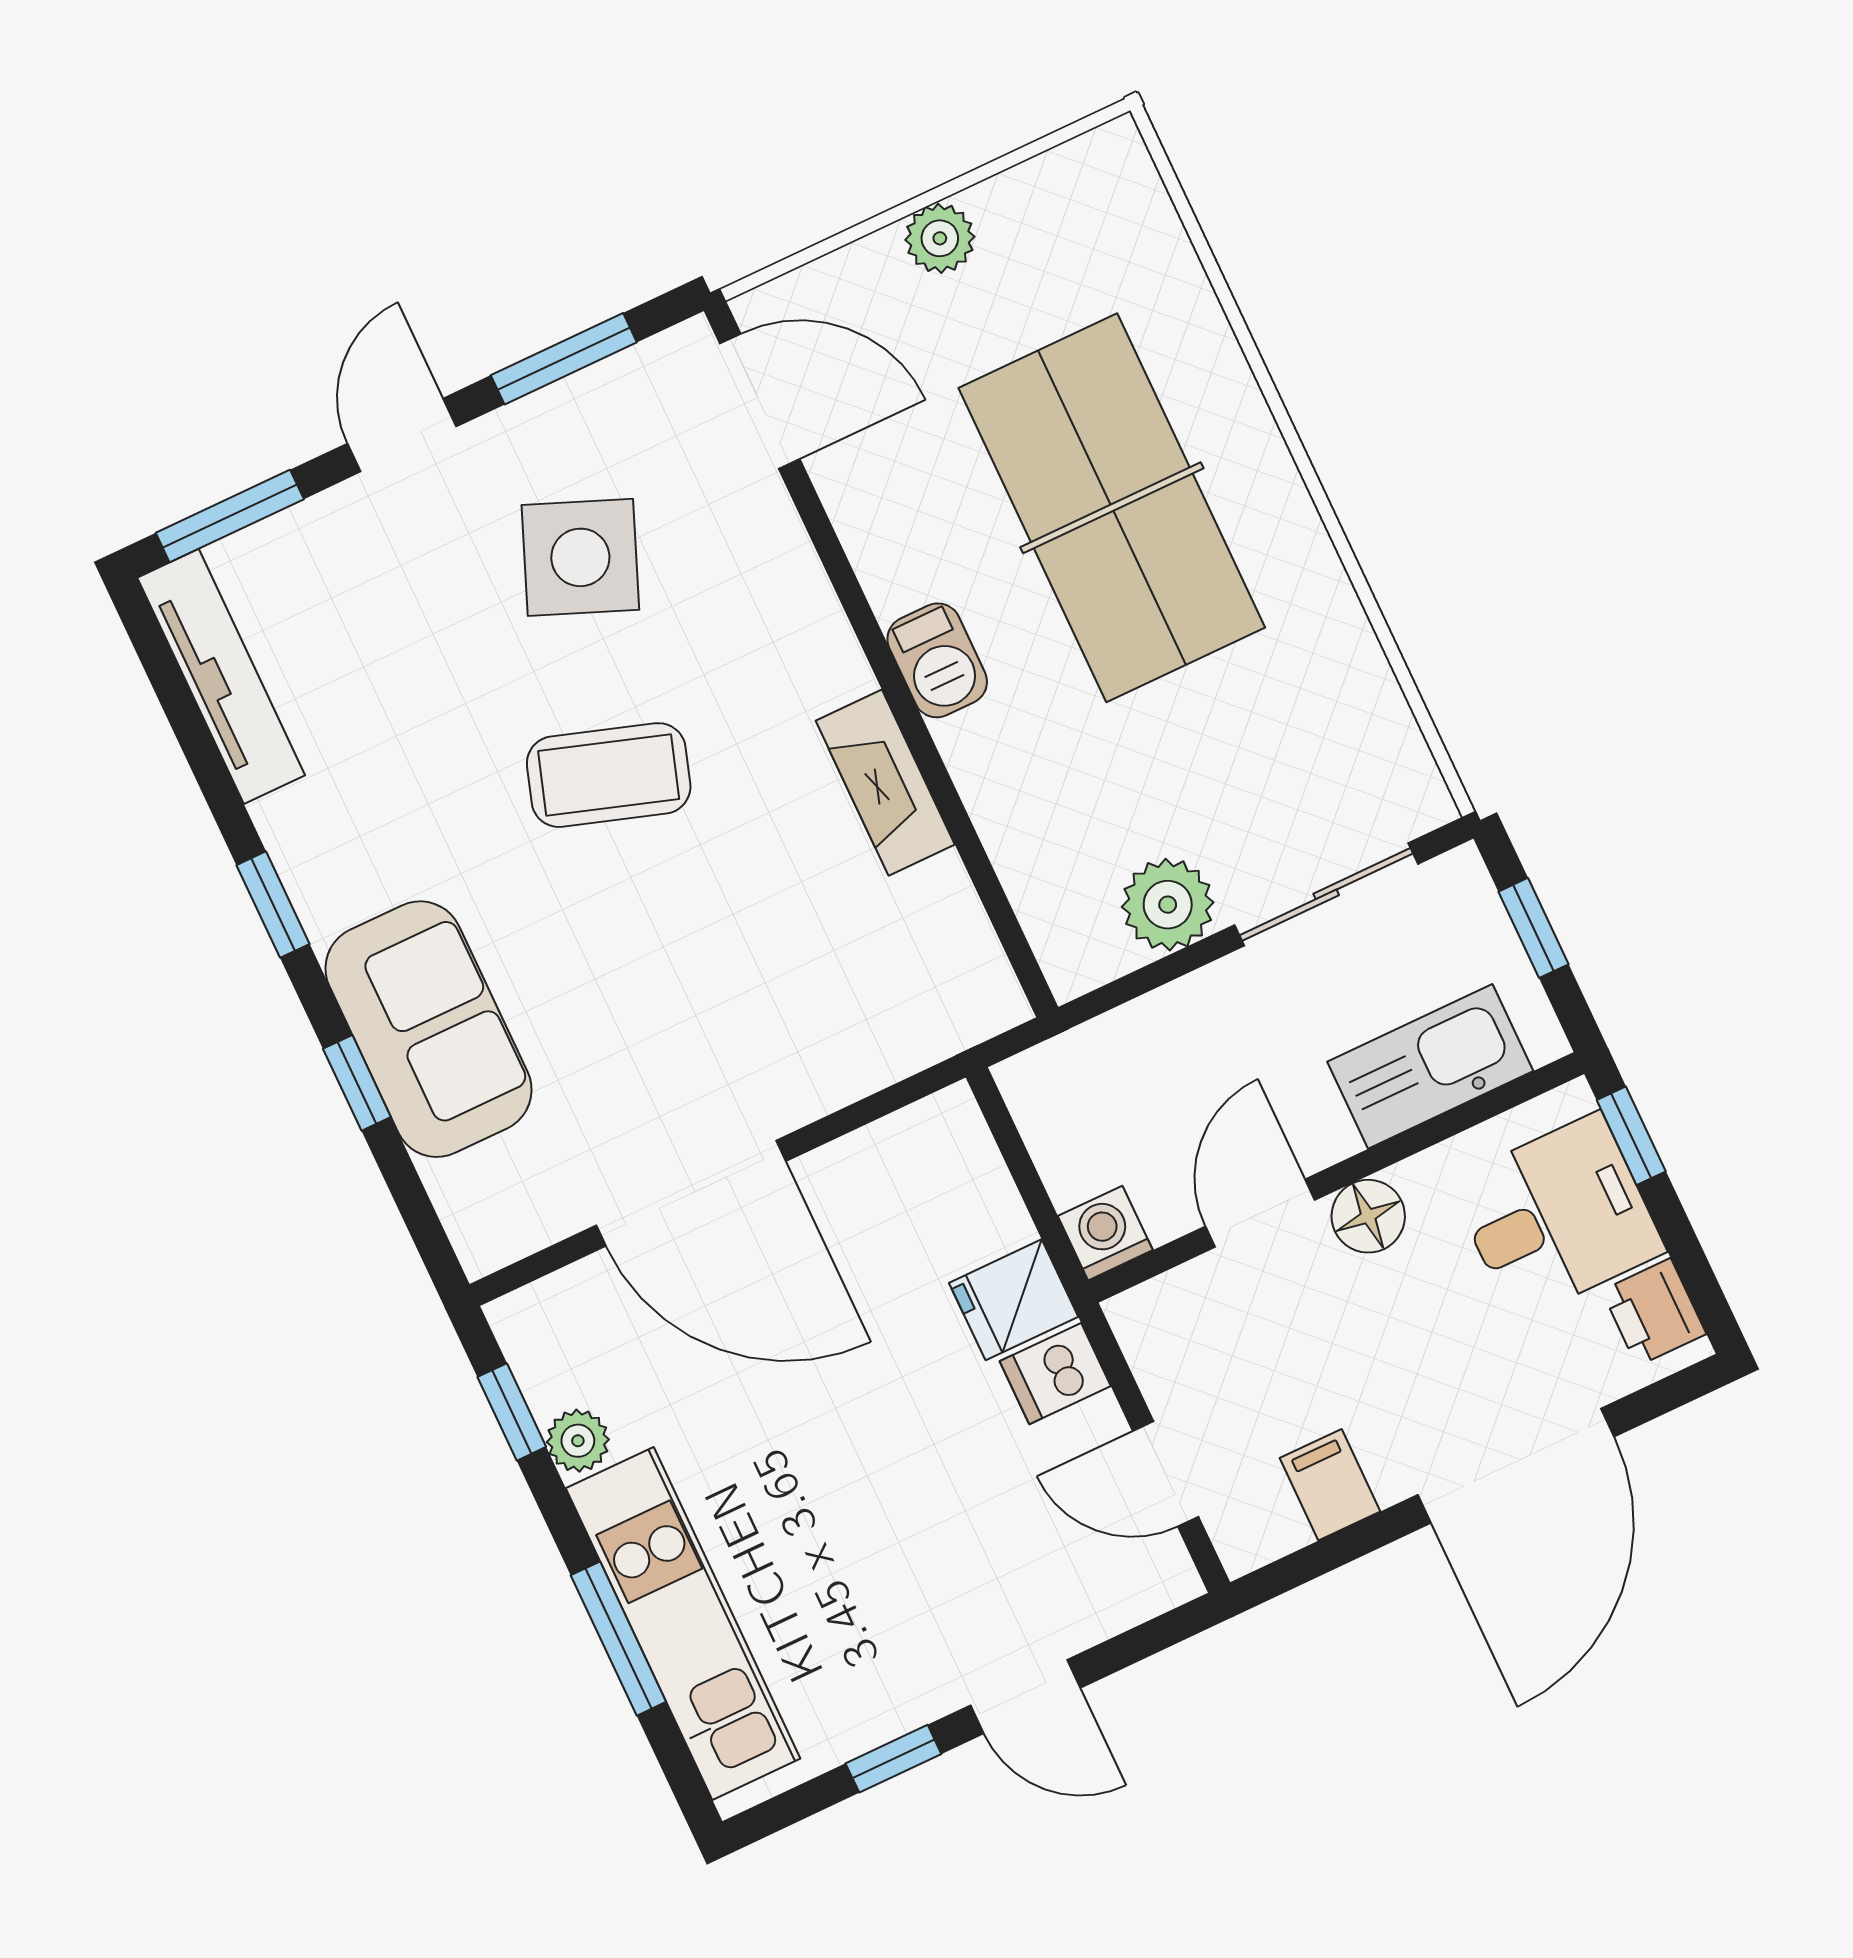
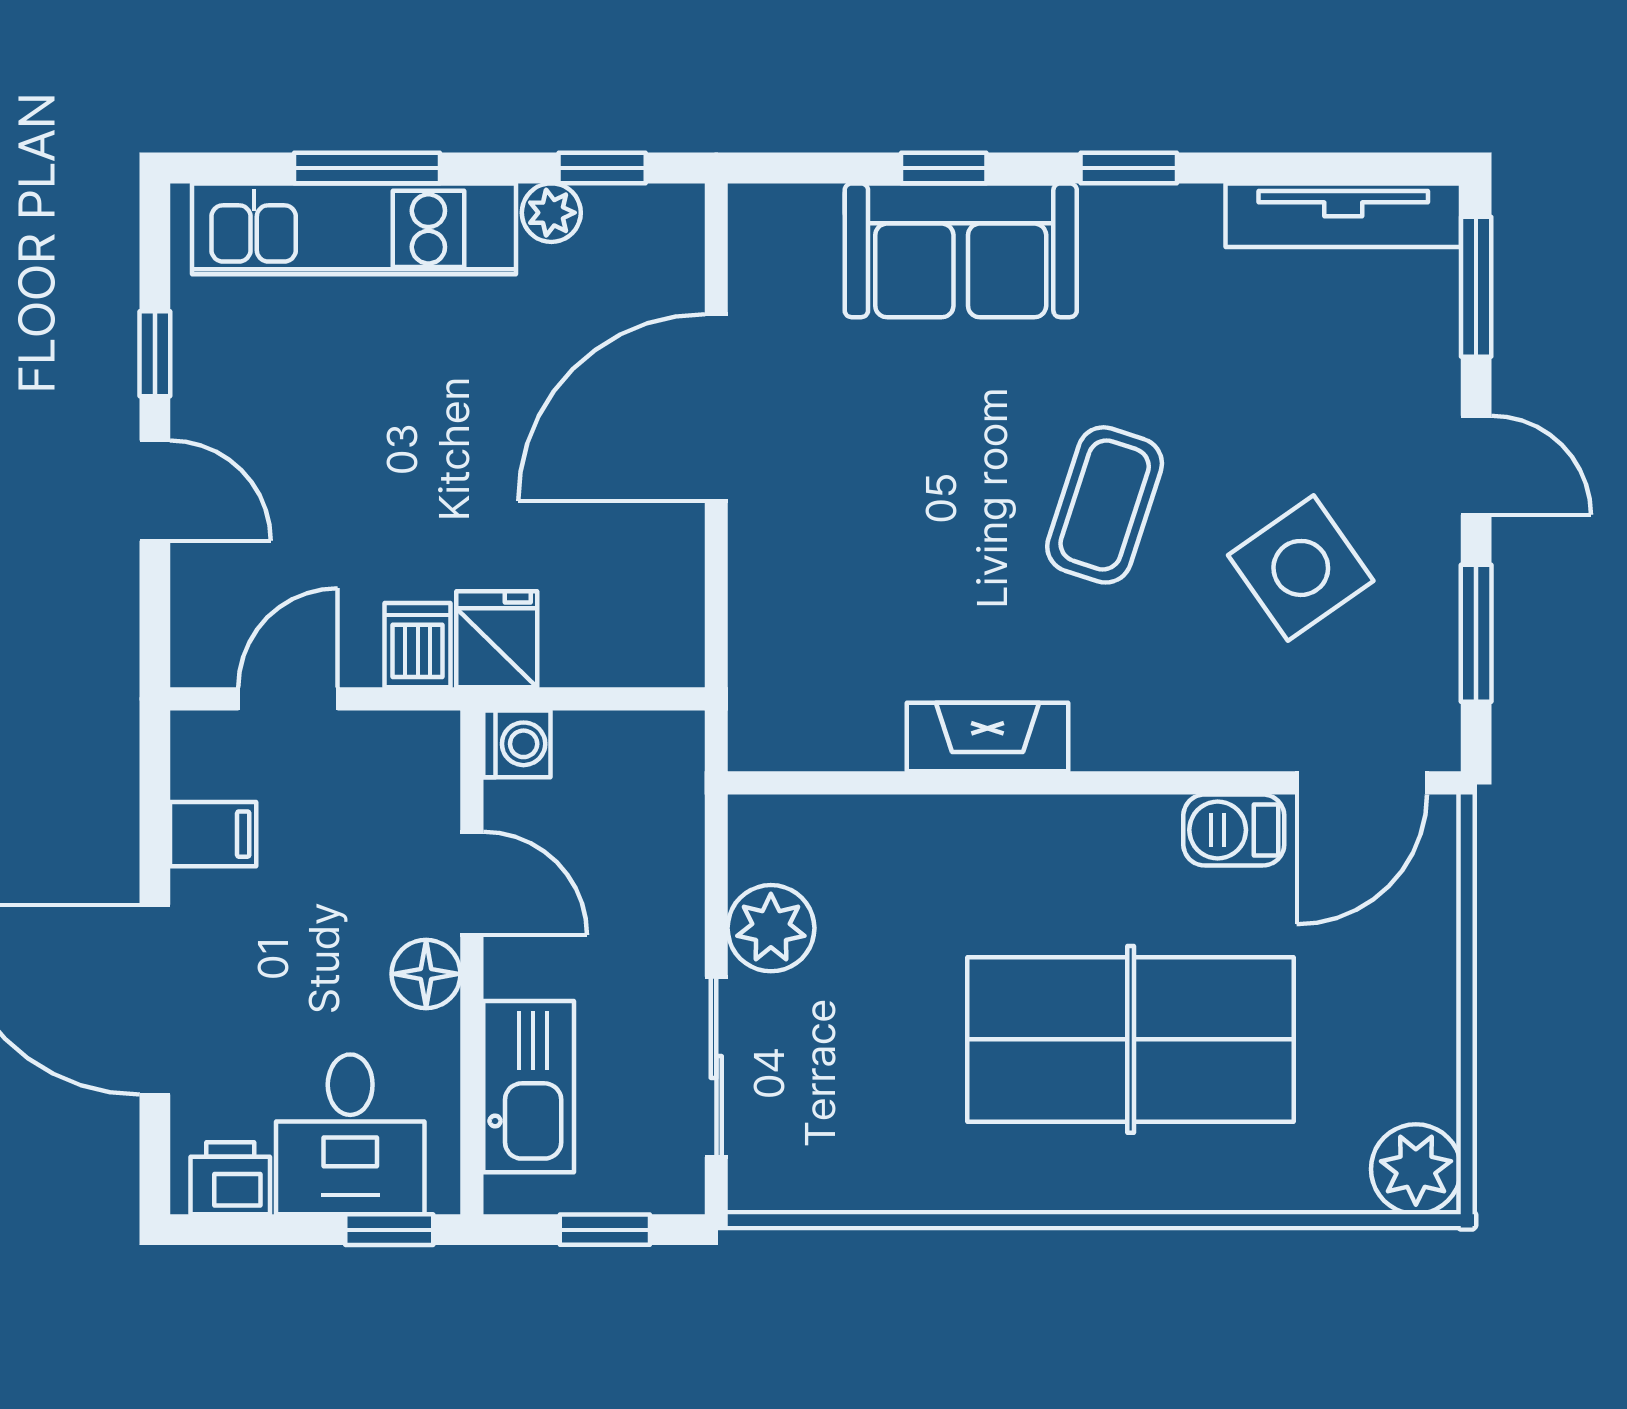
plant: (940, 238) -> (1416, 1169), moved, width x1.38, depth x1.38
side table: (580, 557) -> (1301, 568), turned 33
barbecue: (937, 660) -> (1234, 830), moved
door: (1025, 1697) -> (155, 491), swing flipped

